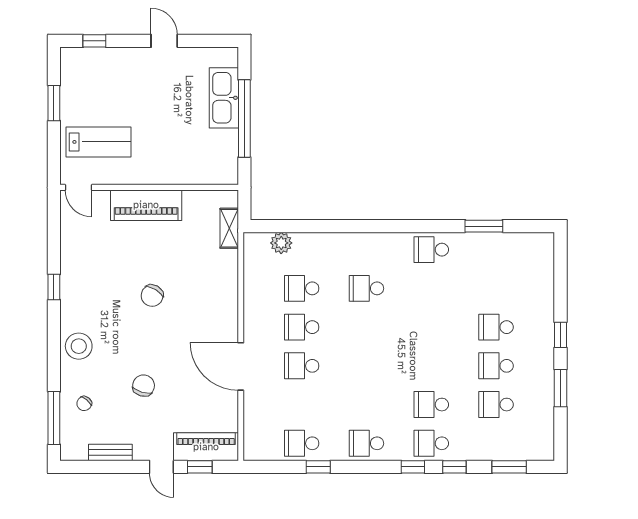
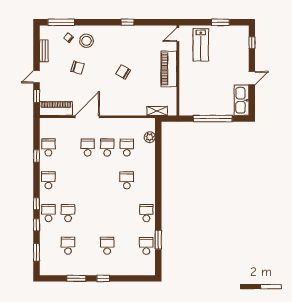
kitchen sink: (224, 98) -> (242, 100), moved, turned -90
stool: (79, 346) -> (86, 41), moved
school desk: (496, 366) -> (146, 246), moved
piano: (206, 447) -> (56, 108), moved, turned -90

